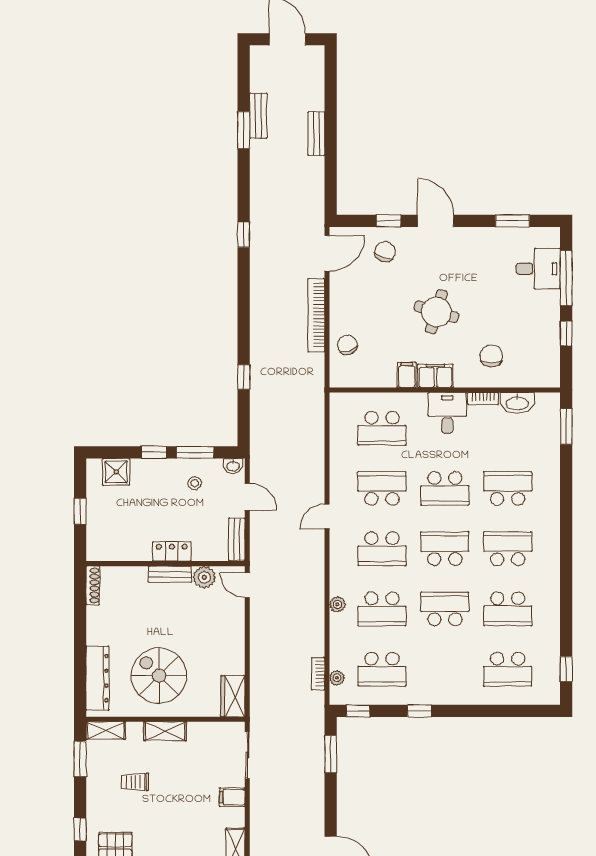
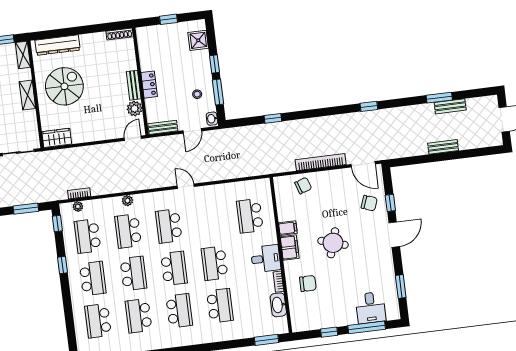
school desk: (382, 488) -> (93, 278), moved

